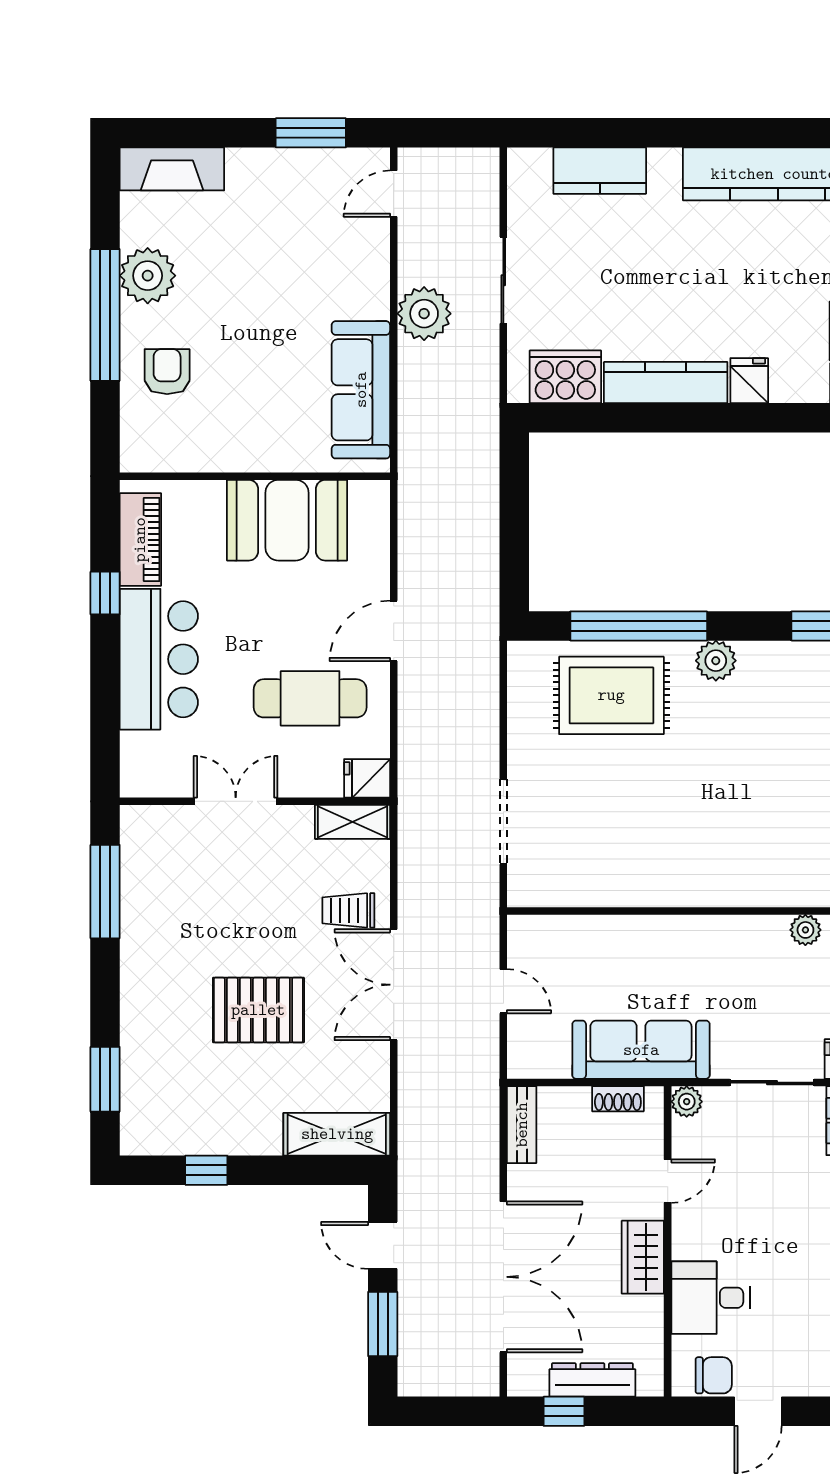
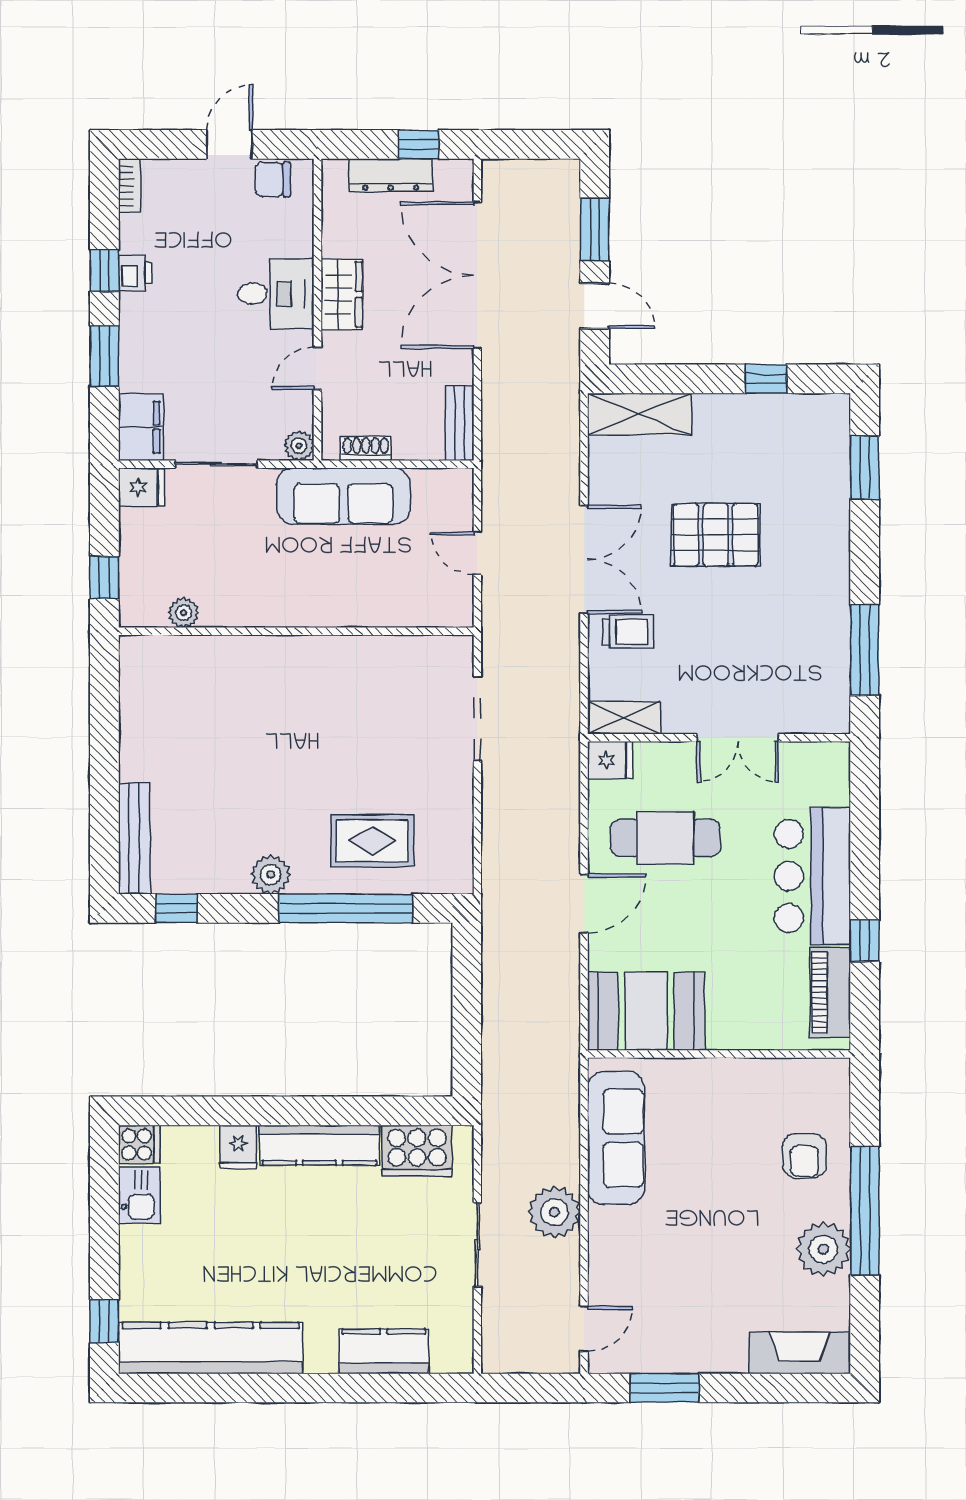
booth: (287, 520) -> (646, 1011), moved
rug: (611, 695) -> (372, 841), width x0.73, depth x0.70
desk: (710, 1298) -> (276, 294), moved

